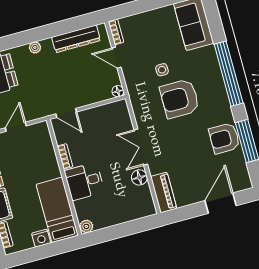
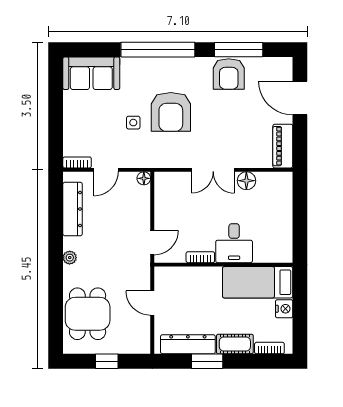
piano: (164, 192) -> (283, 146), moved, turned -90
plant: (86, 226) -> (285, 255), removed

